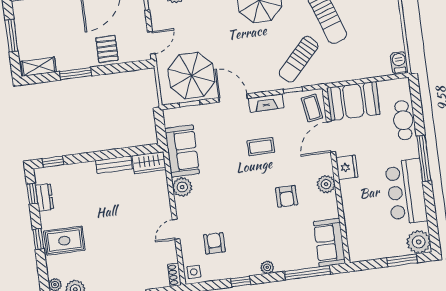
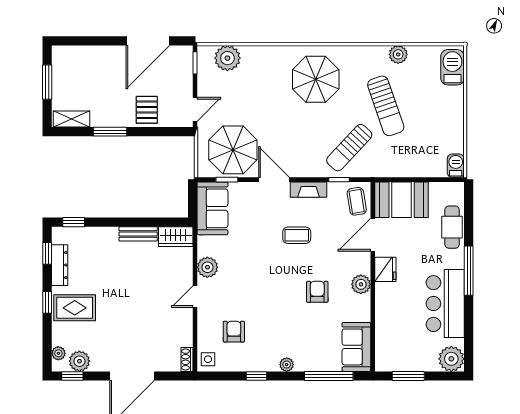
sofa: (182, 151) -> (212, 208), moved
armchair: (287, 196) -> (317, 292), turned 180
dresser: (45, 197) -> (60, 265), width x1.44
door: (176, 229) -> (195, 297), moved
window: (402, 260) -> (408, 376), moved

